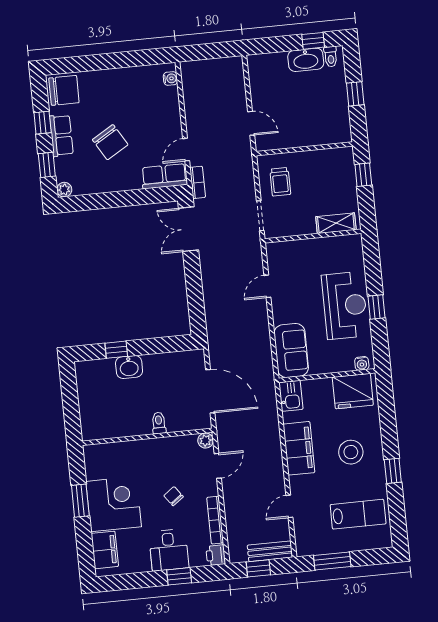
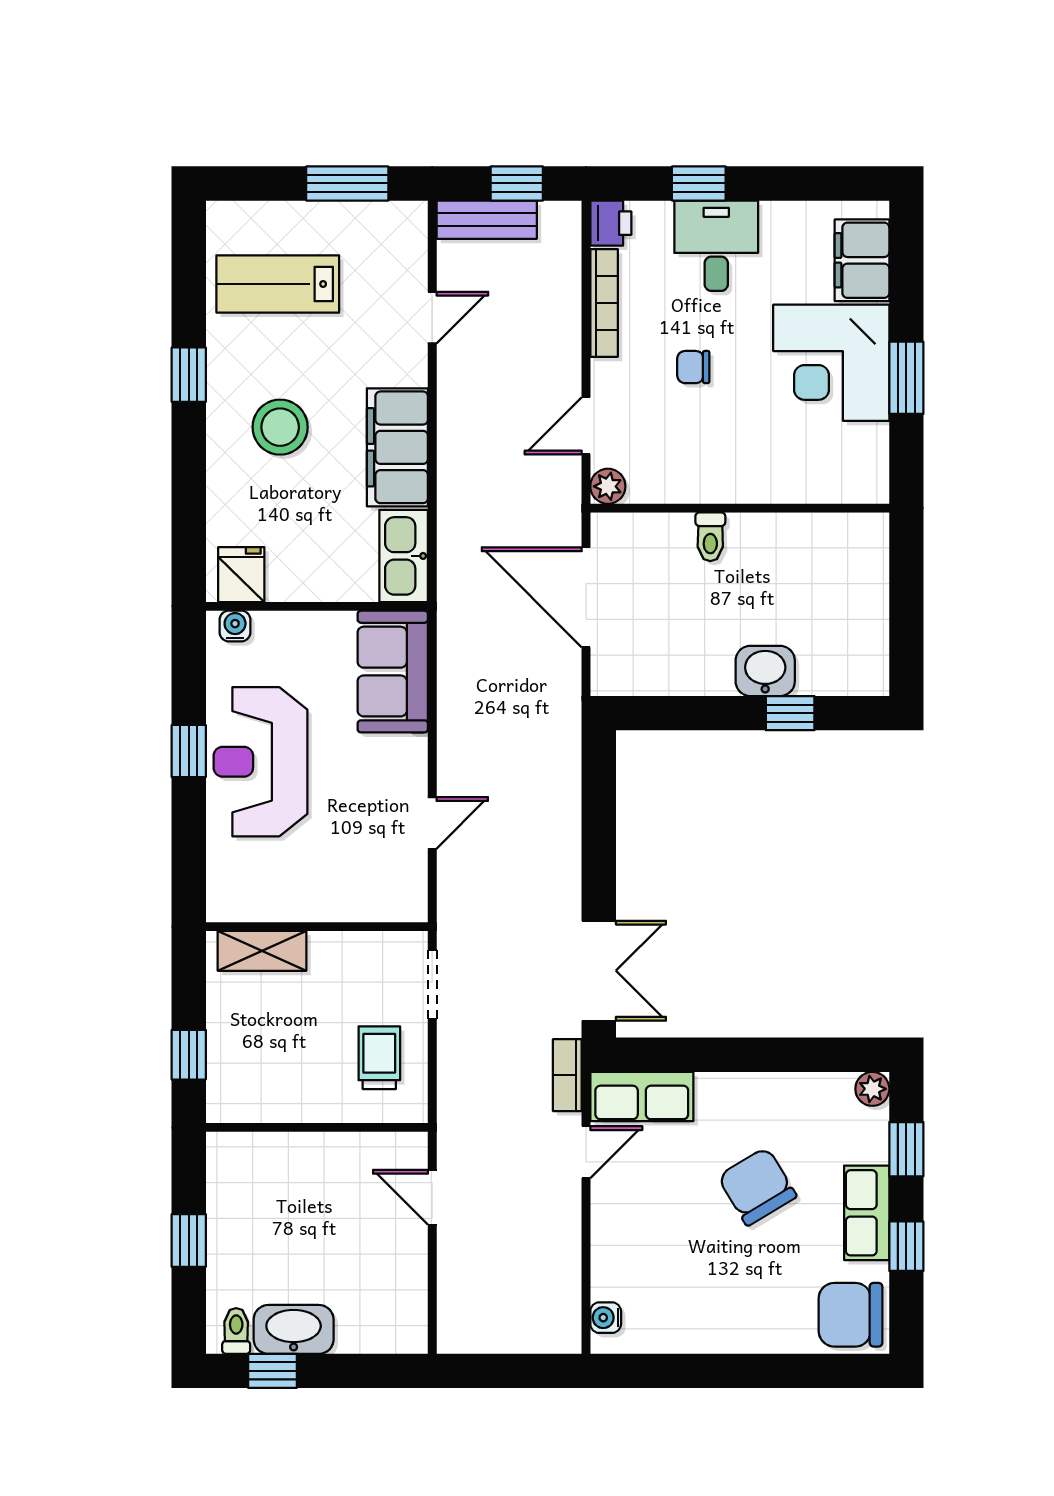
fridge: (353, 391) -> (241, 575), width x0.53, depth x0.75
kitchen sink: (291, 396) -> (404, 556), width x1.38
chair: (174, 496) -> (693, 367), turned 127

